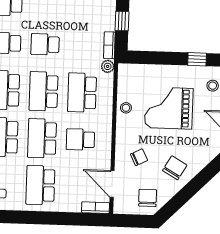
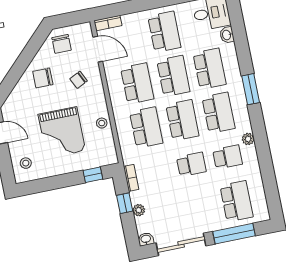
window: (197, 59) -> (93, 175), moved
plant: (108, 66) -> (139, 210), moved
grand piano: (169, 108) -> (62, 132), turned 90
school desk: (80, 140) -> (137, 83), width x1.85
chair: (175, 168) -> (43, 78), turned 60

